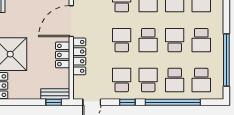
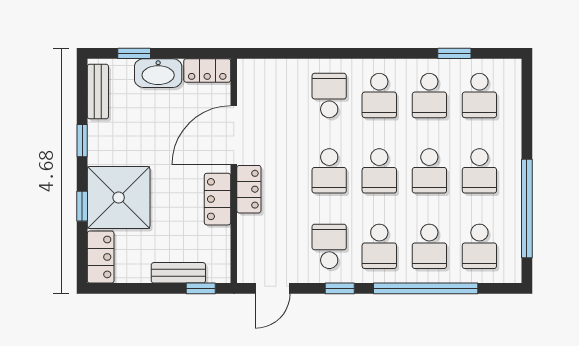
school desk: (122, 40) -> (329, 171), turned 180
school desk: (175, 40) -> (429, 171), turned 180
locker: (79, 56) -> (249, 189), width x0.66
school desk: (148, 80) -> (379, 246), turned 180
bench: (55, 94) -> (178, 273), moved

